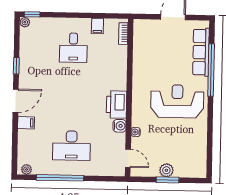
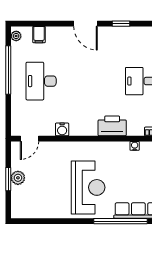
printer: (116, 105) -> (112, 126), moved
filing cabinet: (26, 123) -> (39, 35), moved
water cooler: (136, 132) -> (135, 146), moved

